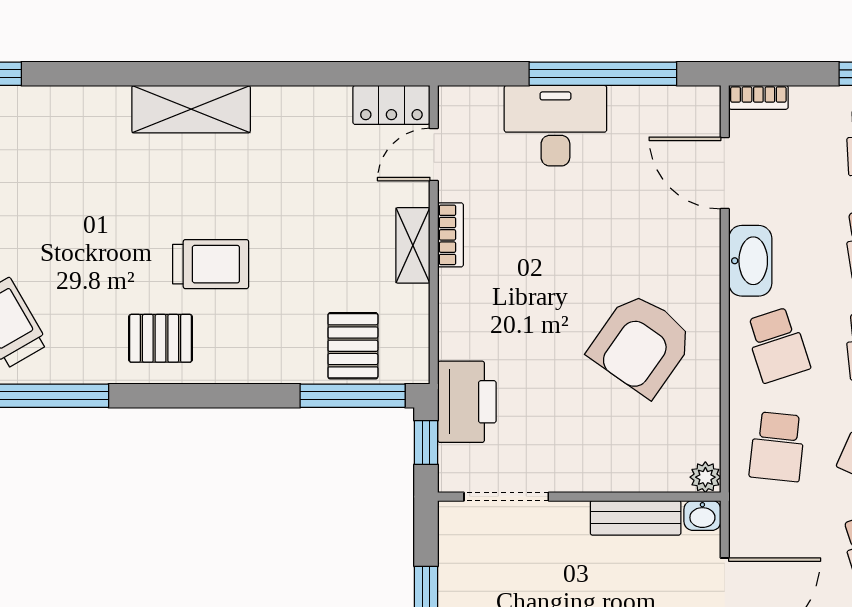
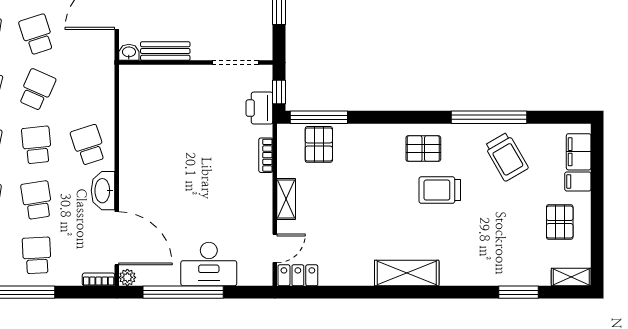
door: (725, 173) -> (117, 238), width x1.36
bookcase: (451, 235) -> (266, 155), moved
trolley: (211, 264) -> (440, 190), moved
armchair: (641, 344) -> (162, 145), removed
printer: (467, 402) -> (259, 108), width x0.73, depth x0.84
school desk: (777, 447) -> (88, 90), removed
plant: (705, 477) -> (127, 277), moved

